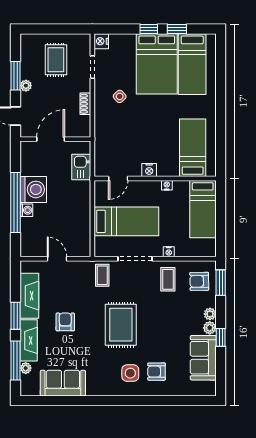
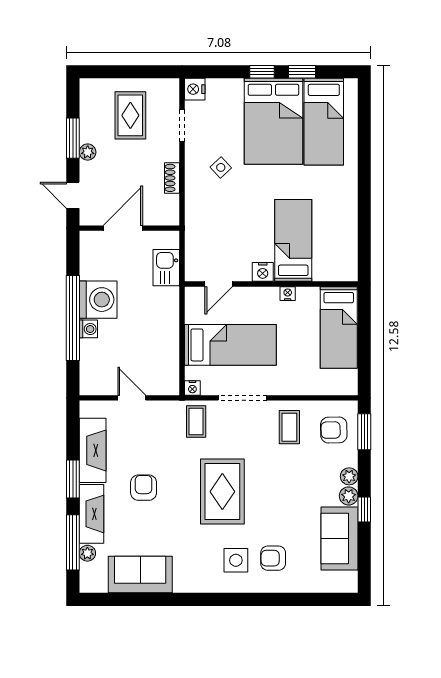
bed: (193, 148) -> (293, 240), moved
nightstand: (169, 252) -> (192, 388), moved

